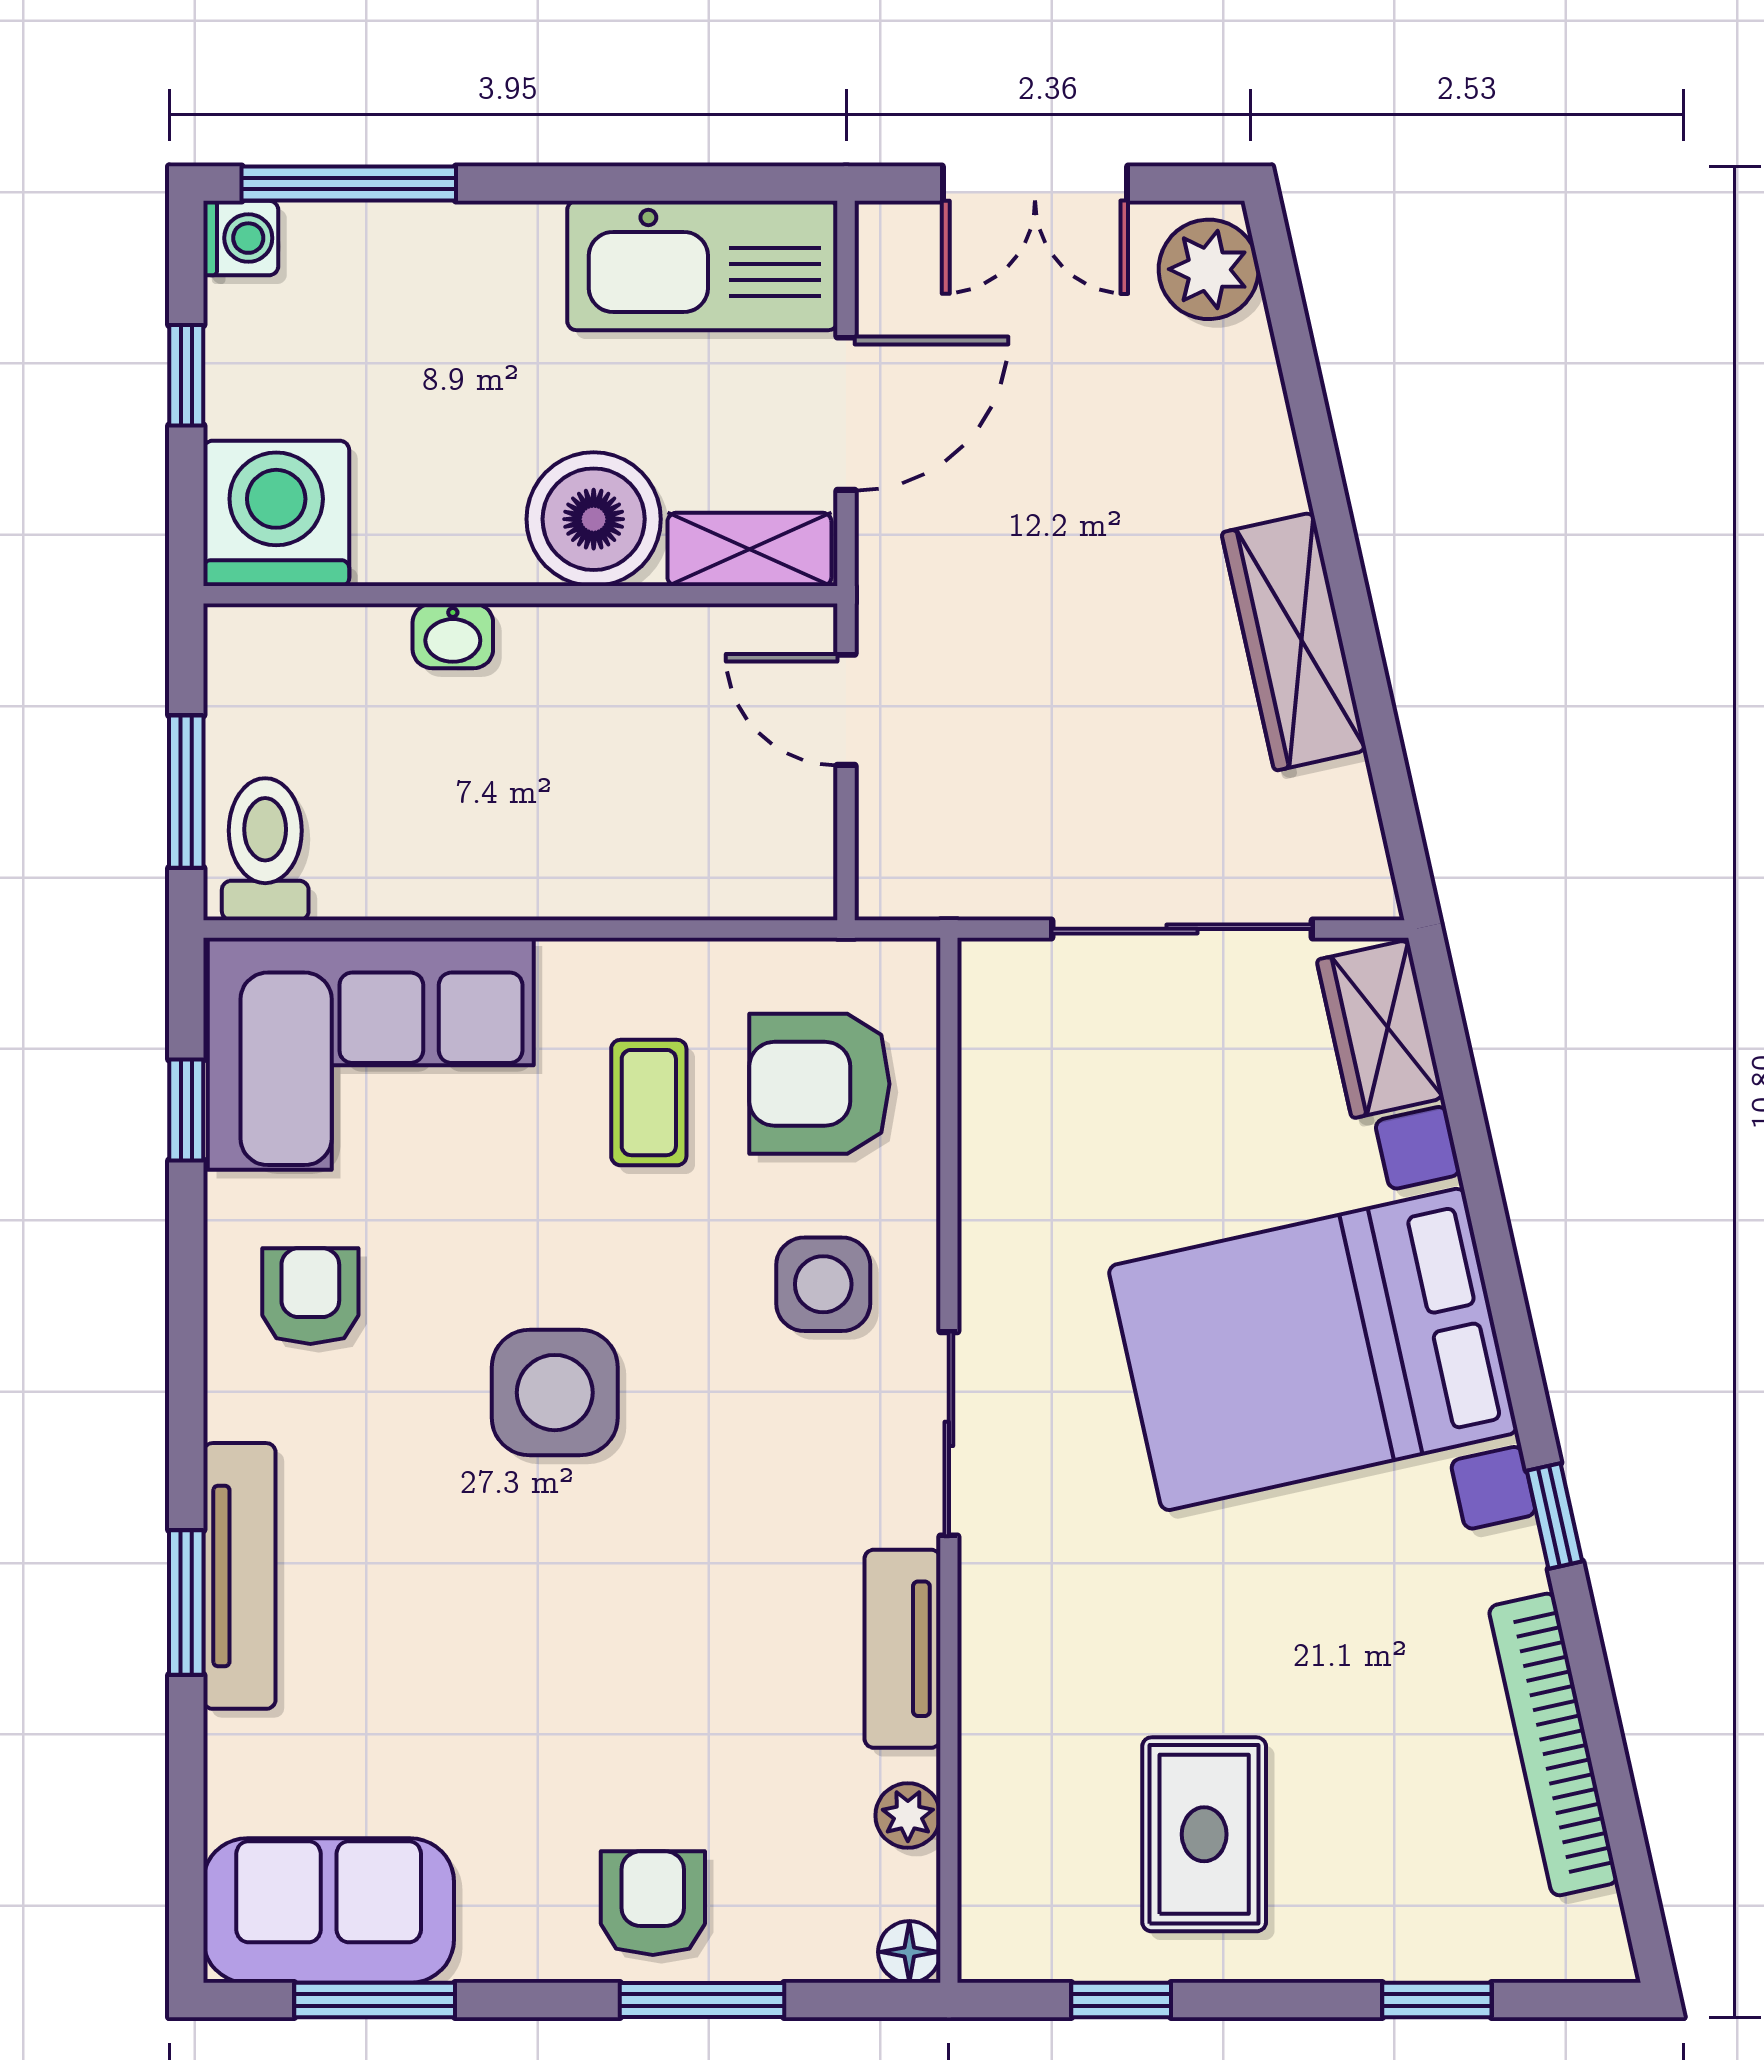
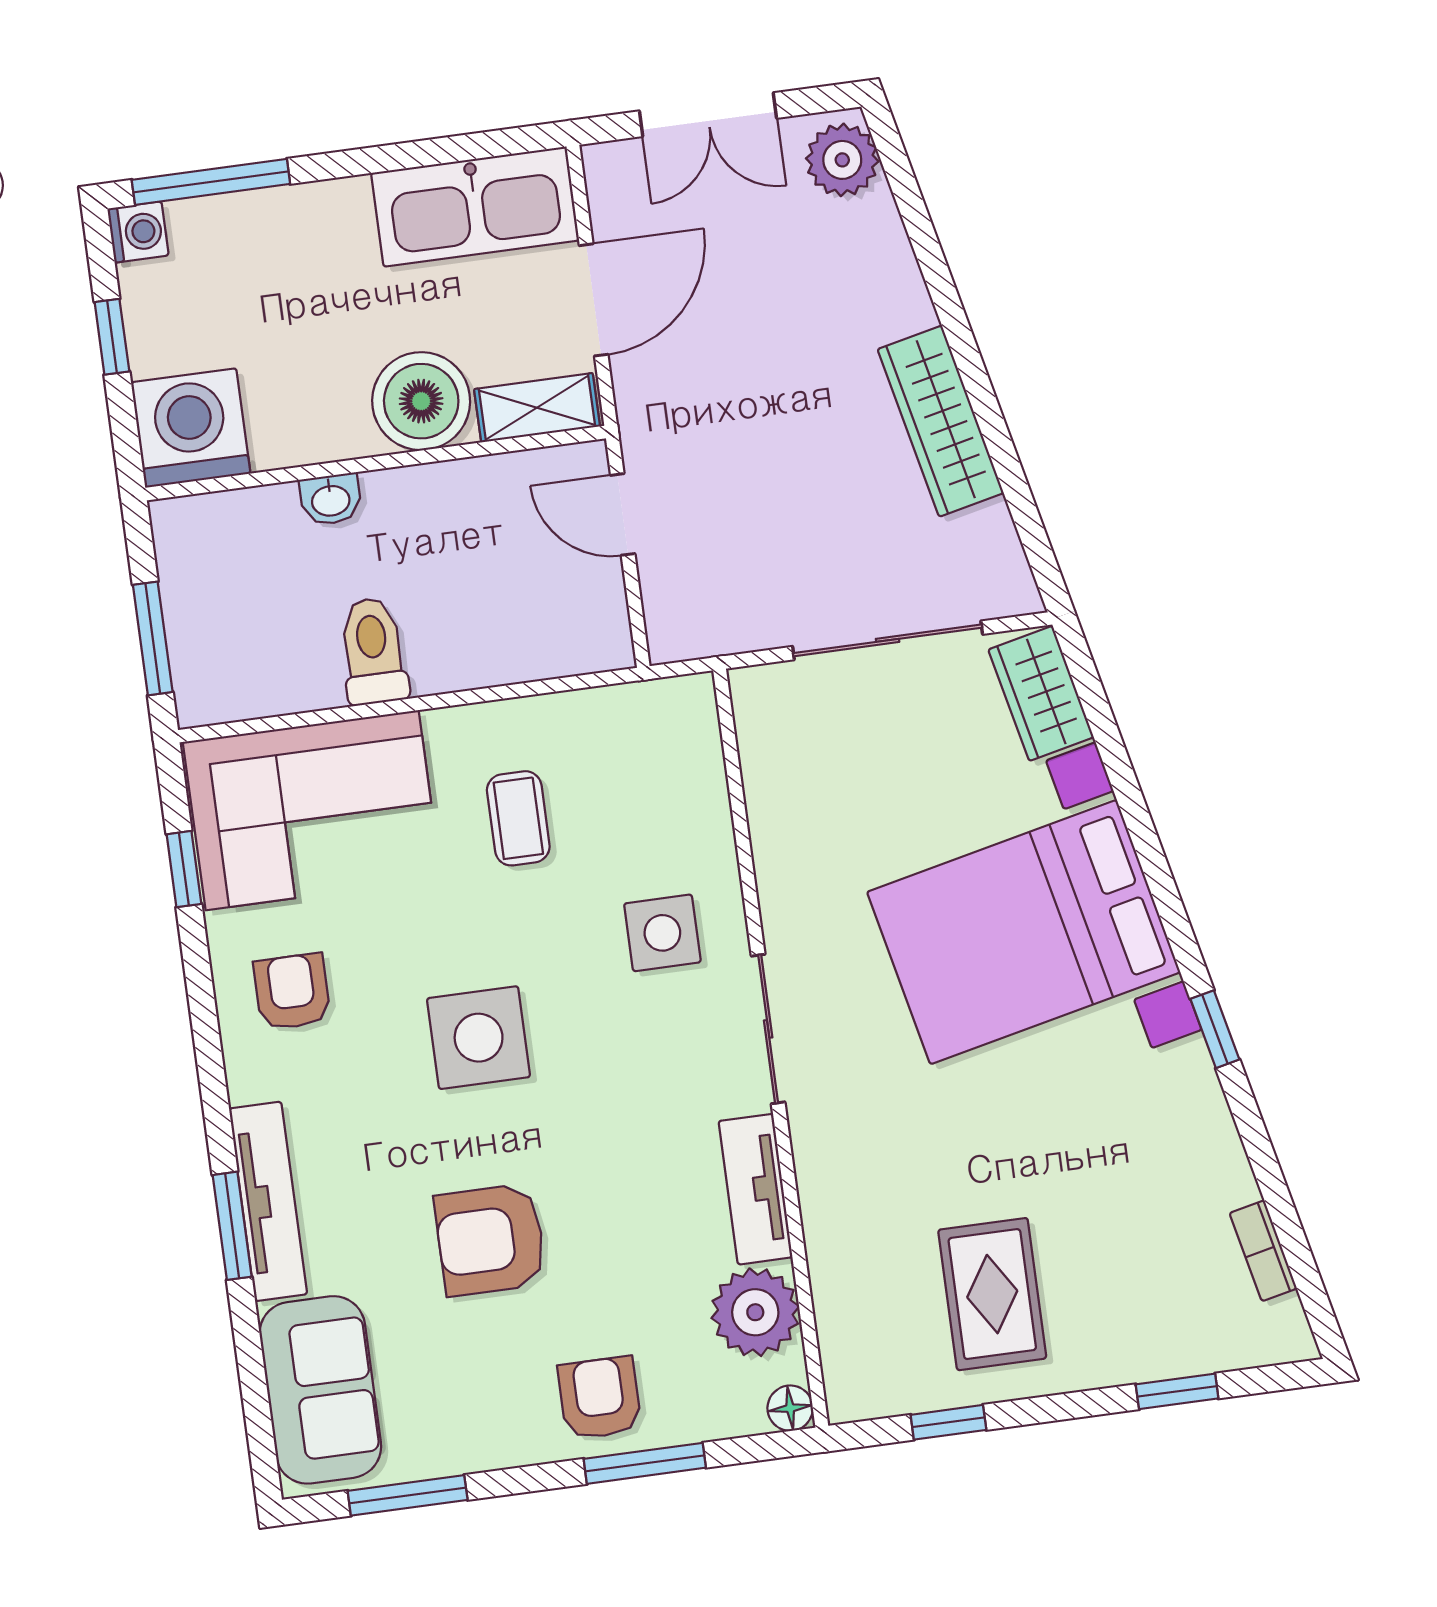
toilet: (265, 849) -> (373, 651), moved
armchair: (819, 1084) -> (490, 1240), moved
bookcase: (1553, 1744) -> (1263, 1251), width x0.43, depth x0.76
plant: (908, 1816) -> (755, 1312), width x1.88, depth x1.88
sofa: (329, 1911) -> (320, 1390), moved, turned 90

